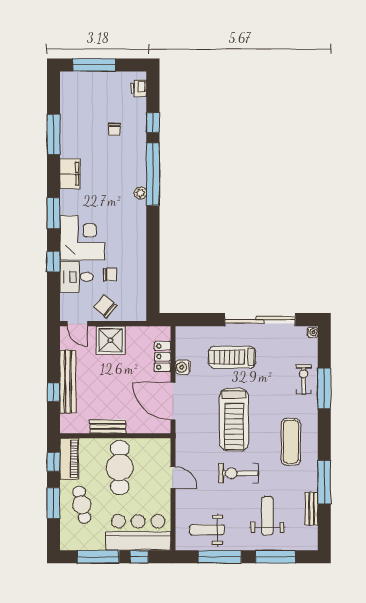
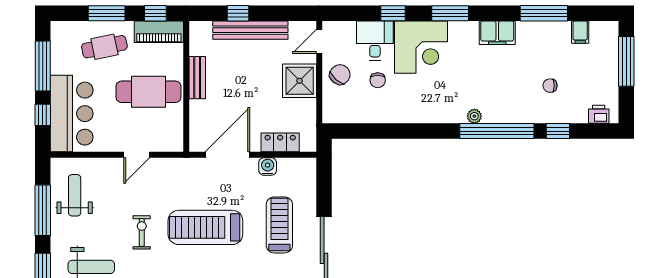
filing cabinet: (70, 104) -> (580, 32), added
exercise bike: (238, 473) -> (142, 232), width x0.73, depth x0.72

